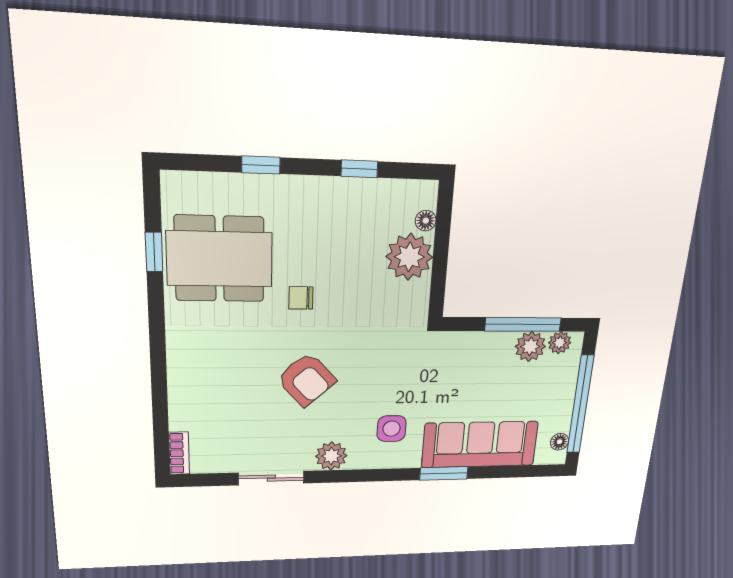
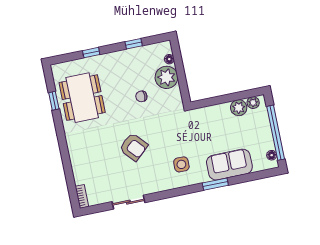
dining table: (220, 259) -> (82, 98), turned 90
chair: (301, 298) -> (141, 96), moved
window: (523, 324) -> (231, 97), removed
sofa: (480, 444) -> (229, 165), width x0.73
plant: (331, 456) -> (155, 185), removed

